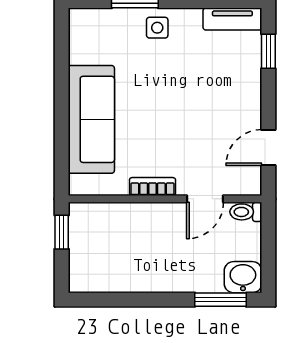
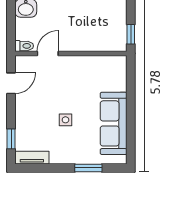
side table: (157, 28) -> (65, 120), moved
sofa: (91, 119) -> (114, 123), moved
bookcase: (152, 187) -> (78, 61), removed

